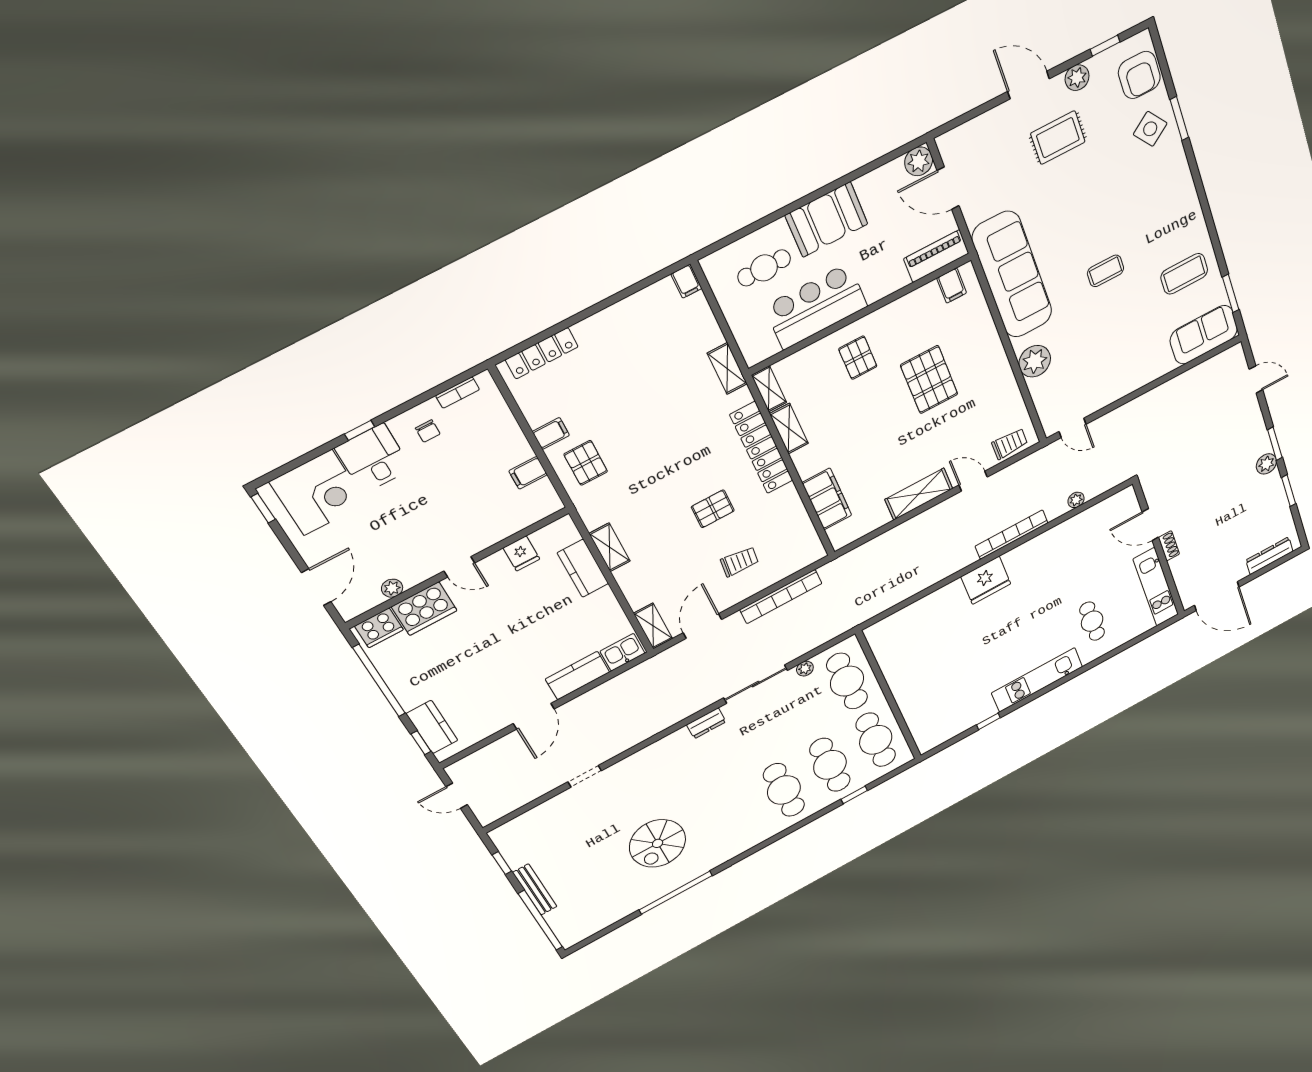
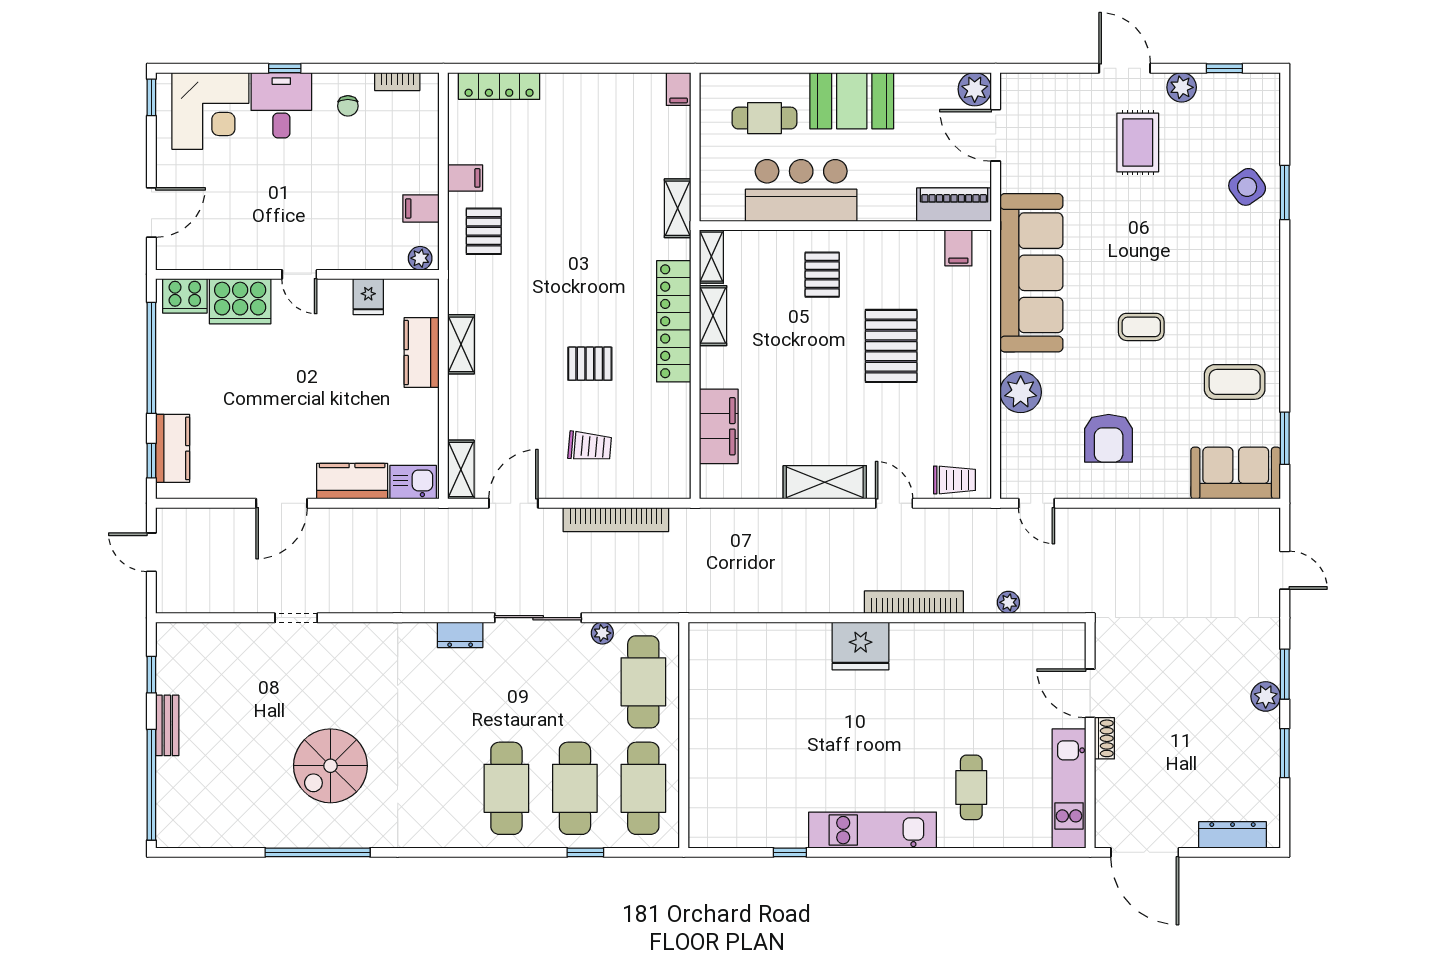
armchair: (1139, 75) -> (1109, 438), moved
rug: (1058, 138) -> (1138, 142), turned 90
plant: (392, 588) -> (420, 258), moved
bench: (535, 890) -> (167, 725), width x0.73

